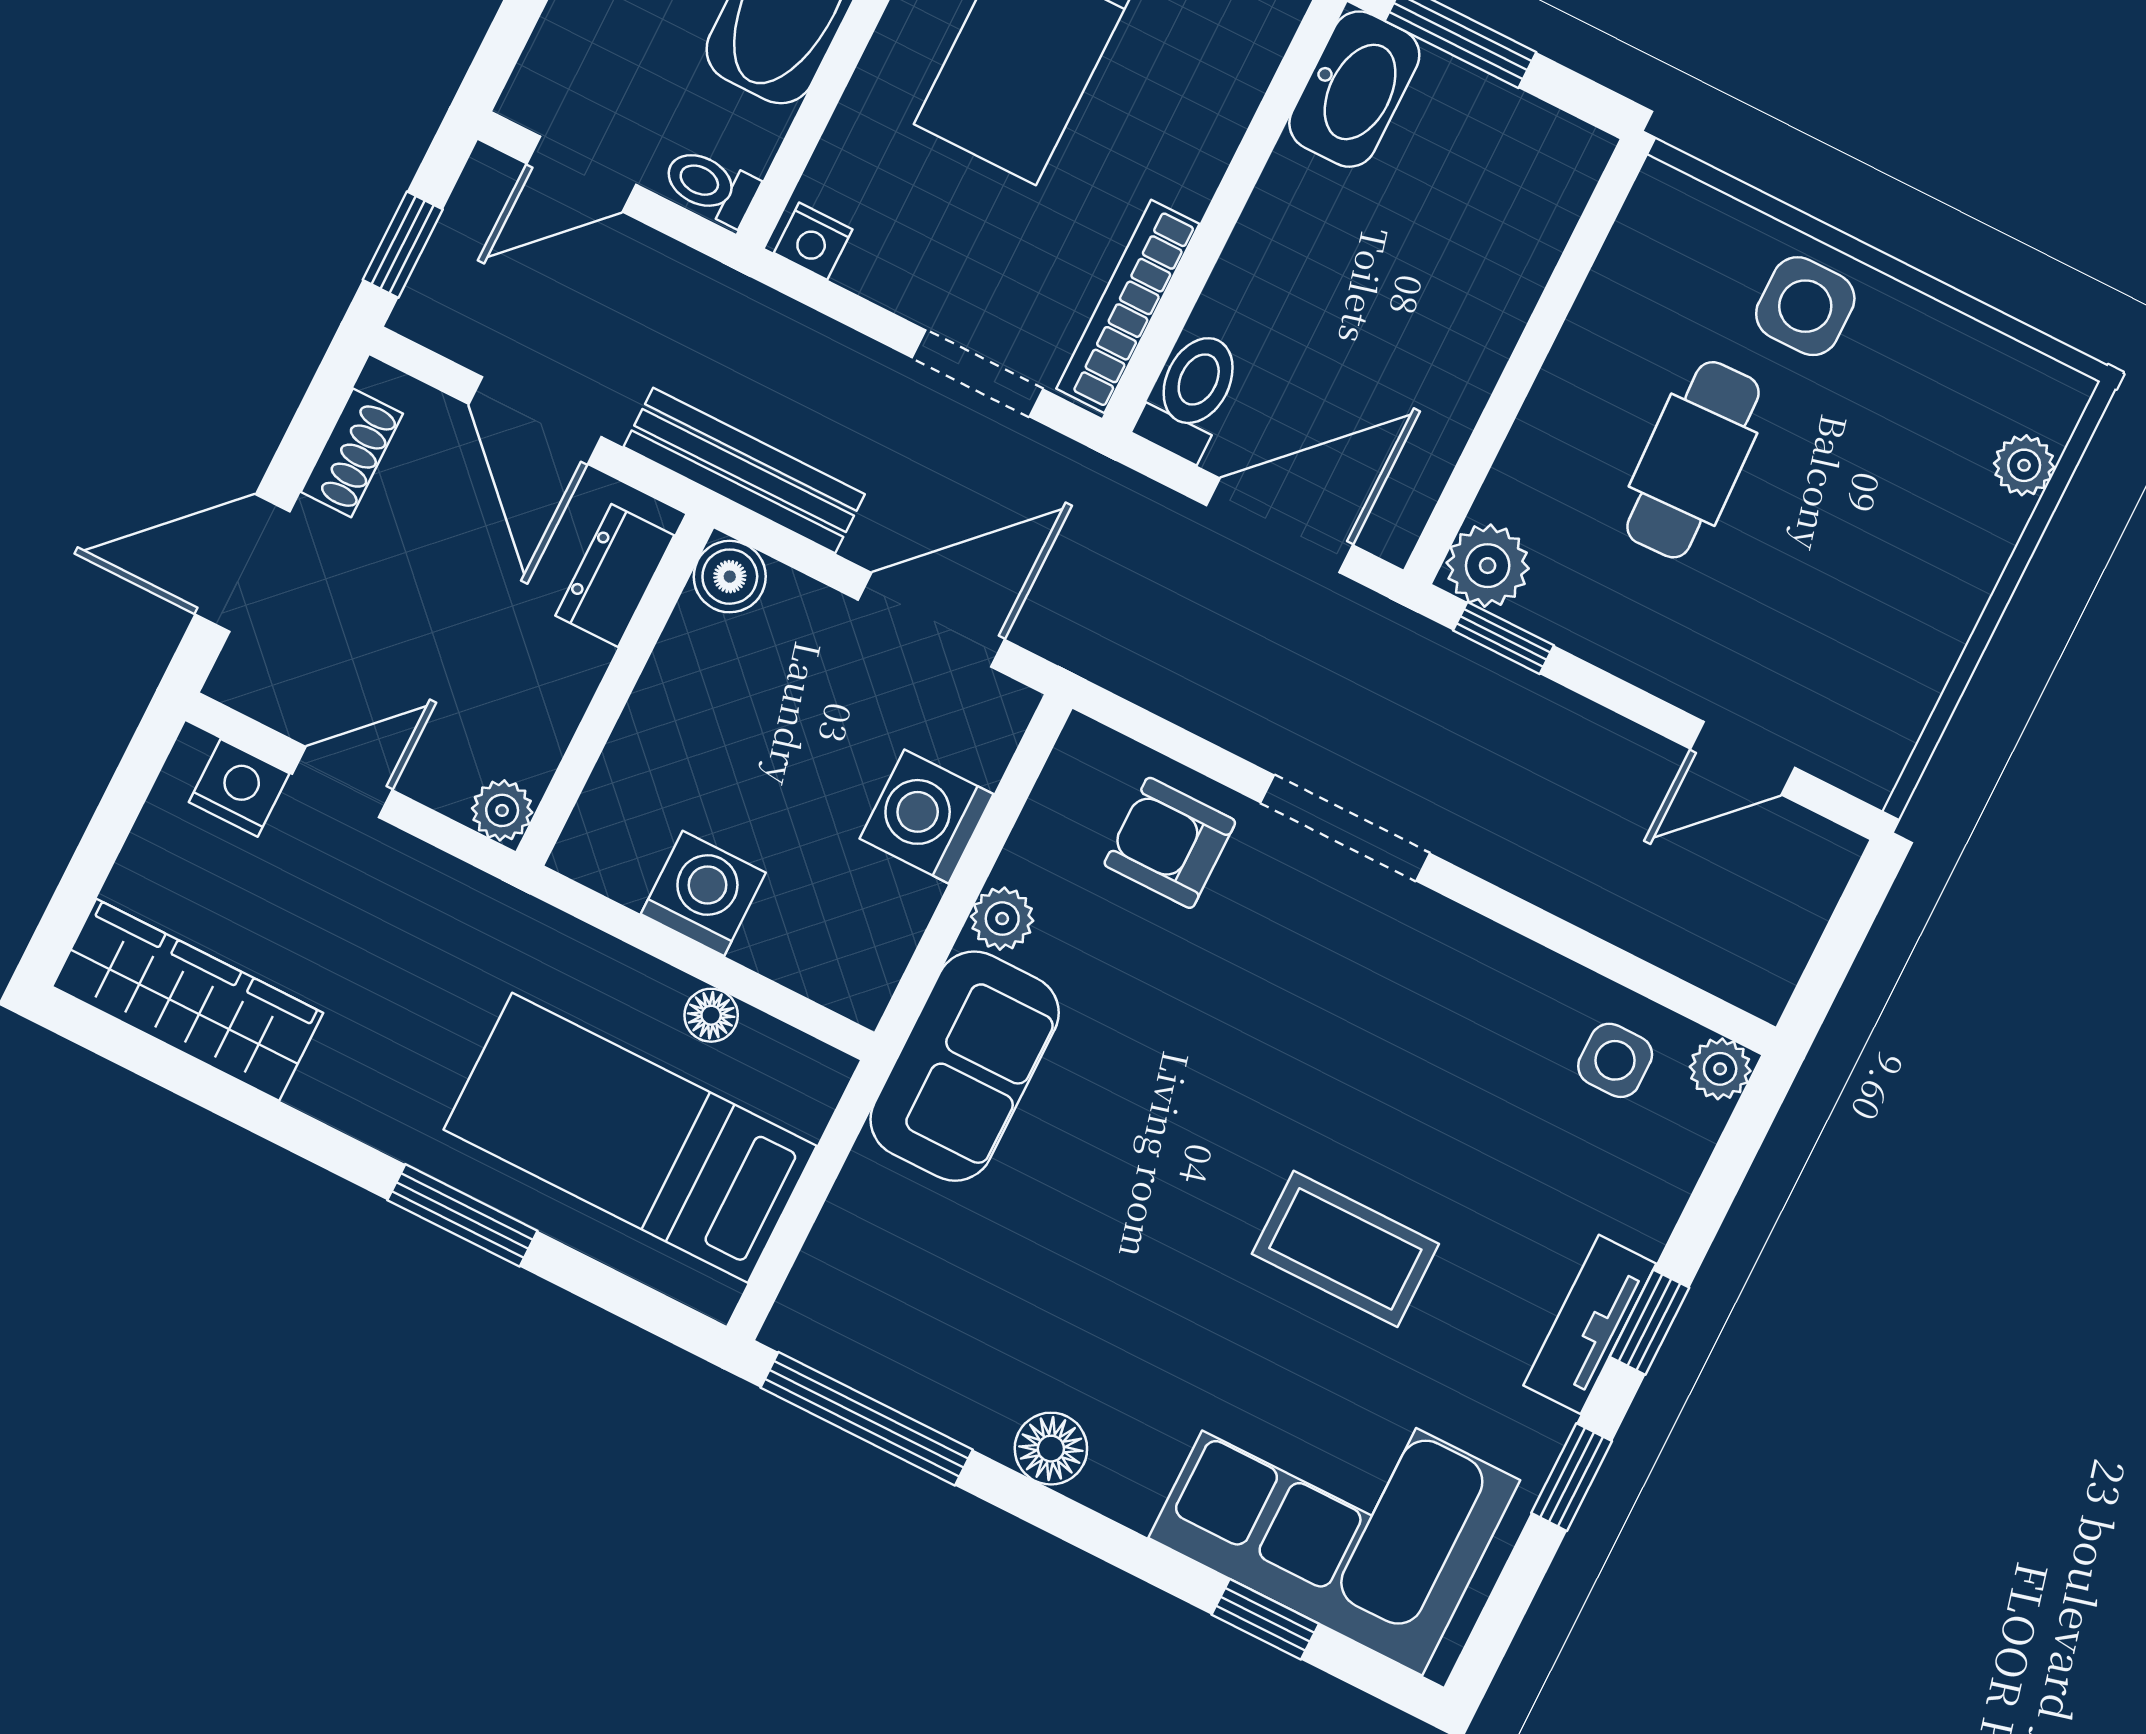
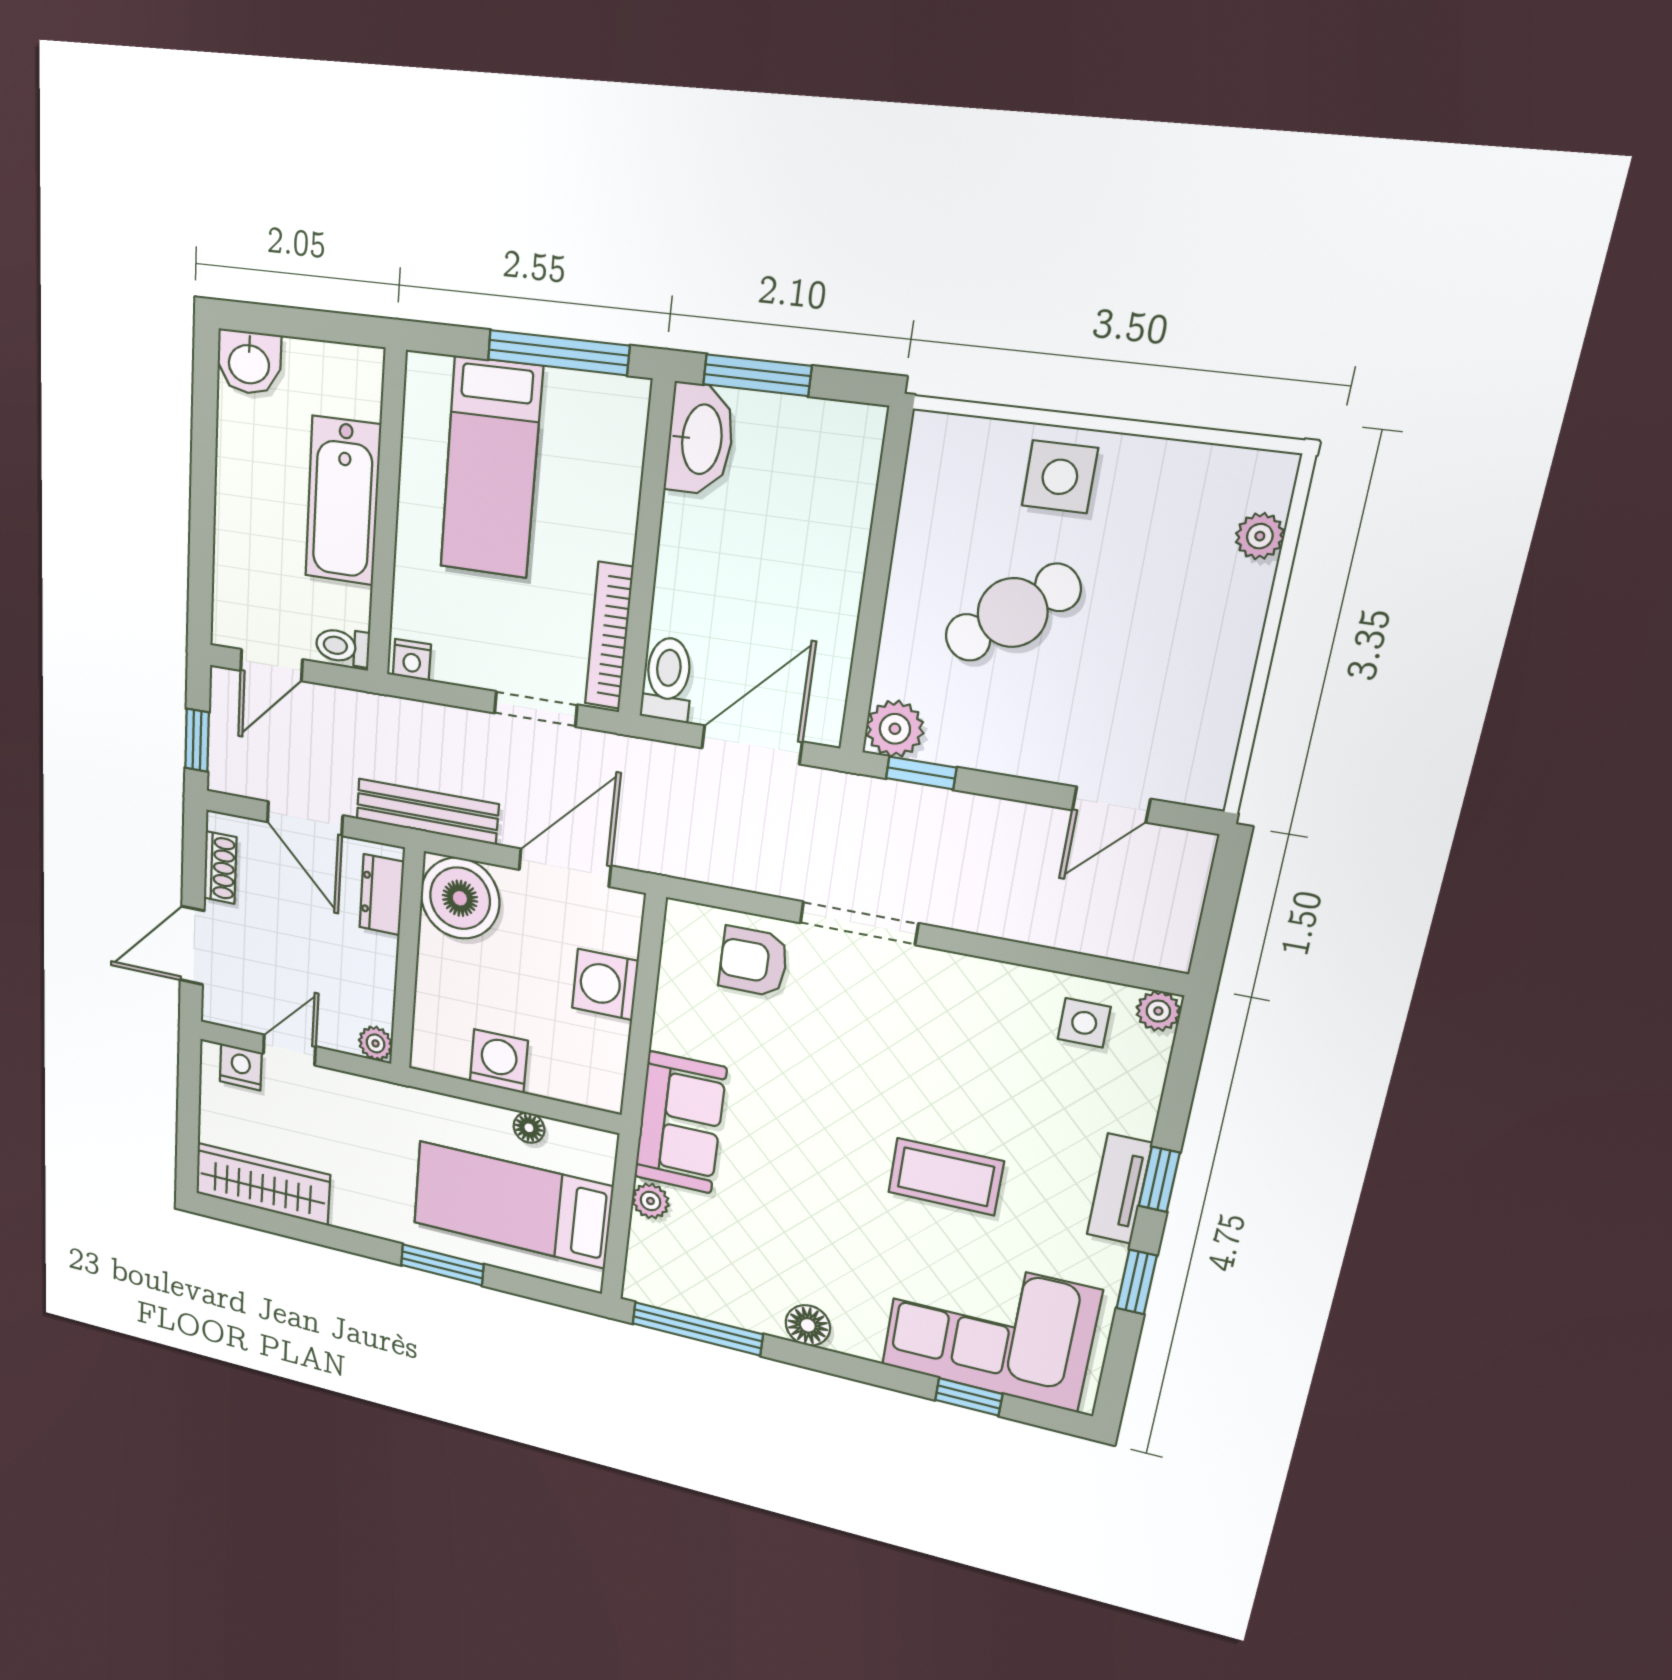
cafe table: (1693, 460) -> (1013, 613), turned 54
boiler: (730, 577) -> (460, 898), width x1.86, depth x1.86
plant: (1002, 919) -> (650, 1201), moved

